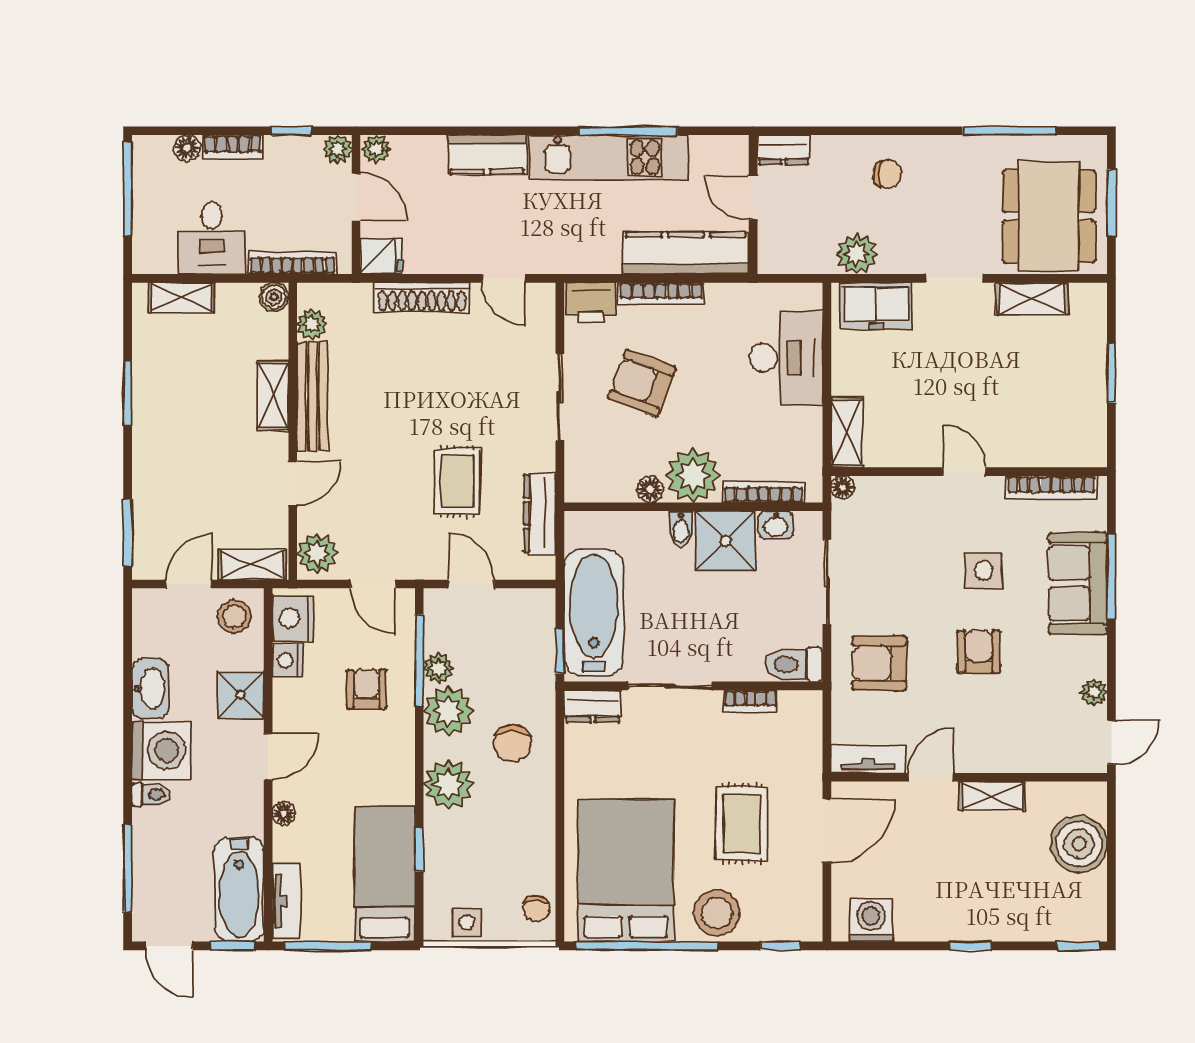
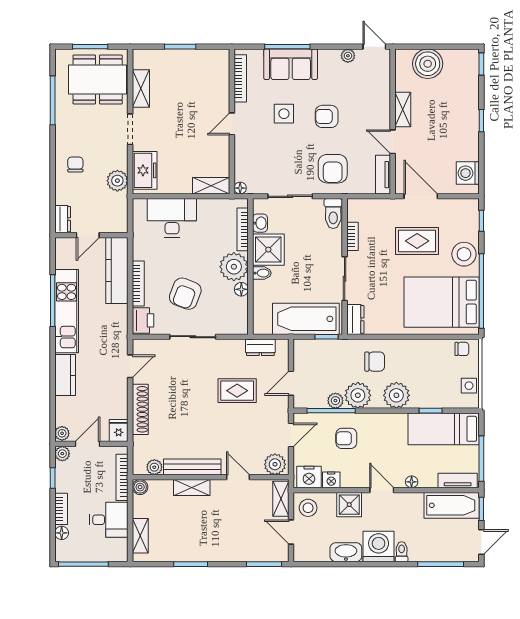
dresser: (540, 513) -> (260, 347), width x0.70

